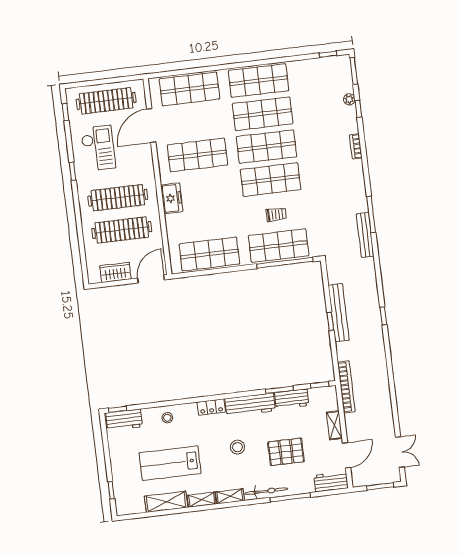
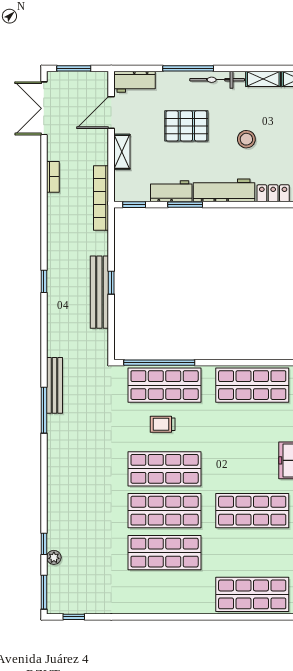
shop shelf: (259, 81) -> (165, 594), removed
bookcase: (356, 146) -> (53, 177), moved
double door: (400, 452) -> (44, 108), width x1.37

